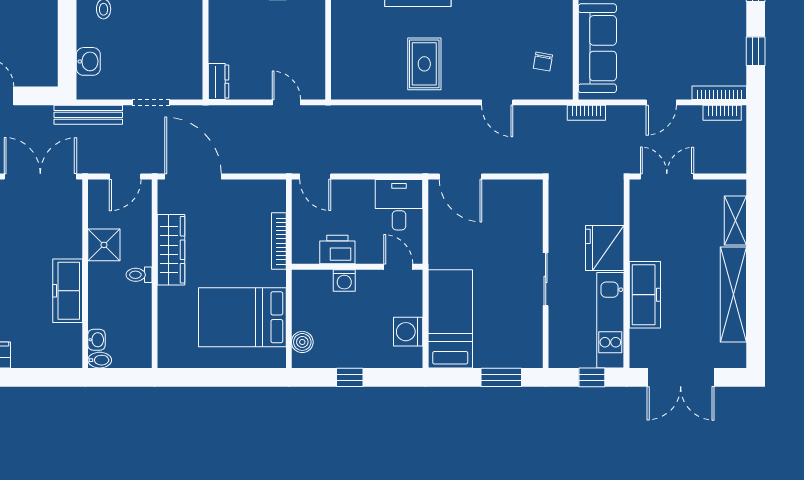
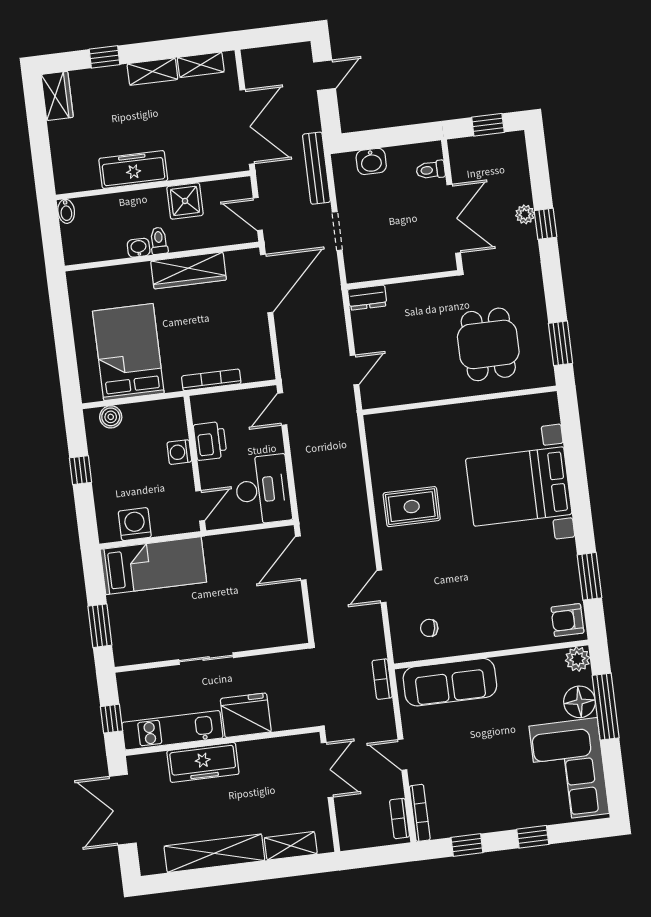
desk: (399, 205) -> (263, 490), width x1.37
washbasin: (97, 340) -> (139, 248), moved, turned 180

